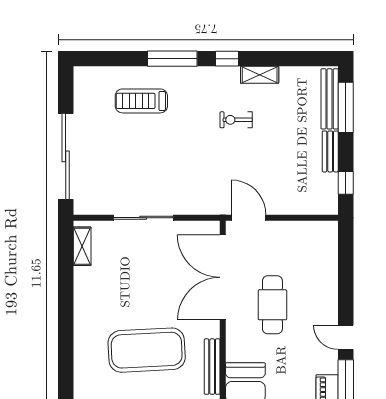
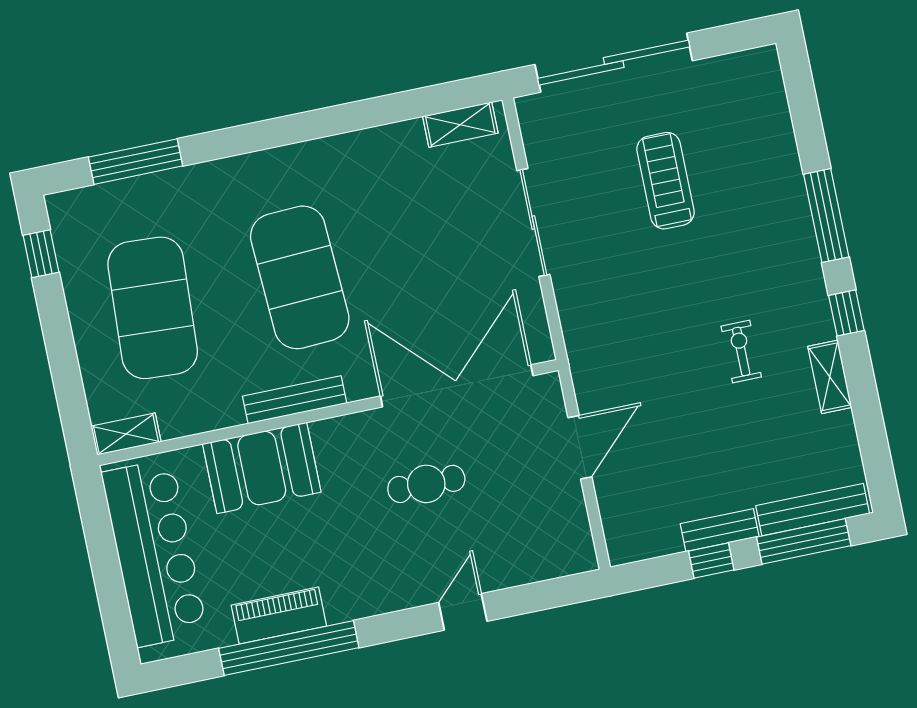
treadmill: (141, 101) -> (665, 181), moved
window: (346, 183) -> (711, 561), moved
door: (249, 218) -> (580, 447), moved
cafe table: (272, 305) -> (426, 484), width x0.73, depth x0.74
door: (346, 337) -> (463, 612), moved

